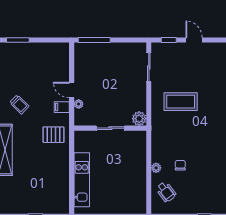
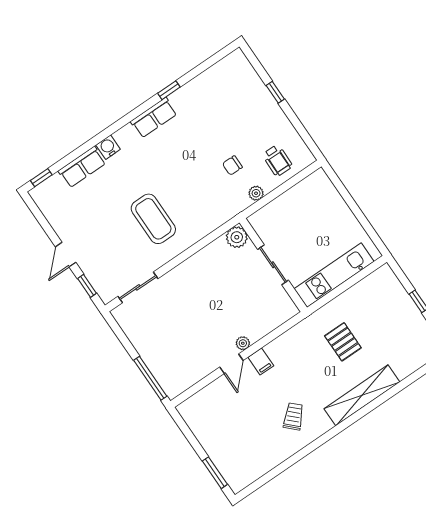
plant: (139, 119) -> (237, 237), moved
sliding door: (110, 128) -> (273, 265), moved
wall: (110, 128) -> (273, 265), moved
pallet: (53, 135) -> (343, 342), moved
wheelchair: (166, 192) -> (277, 160), turned 128

